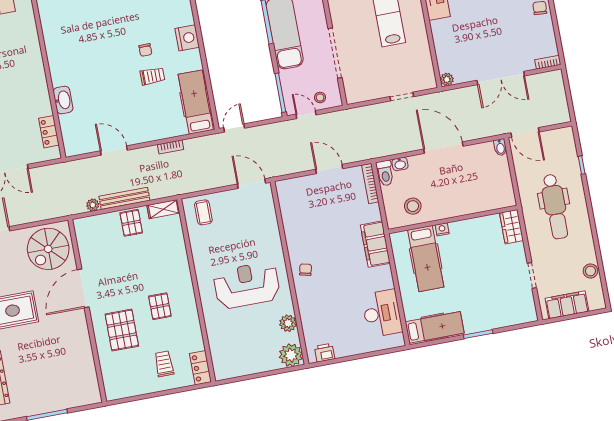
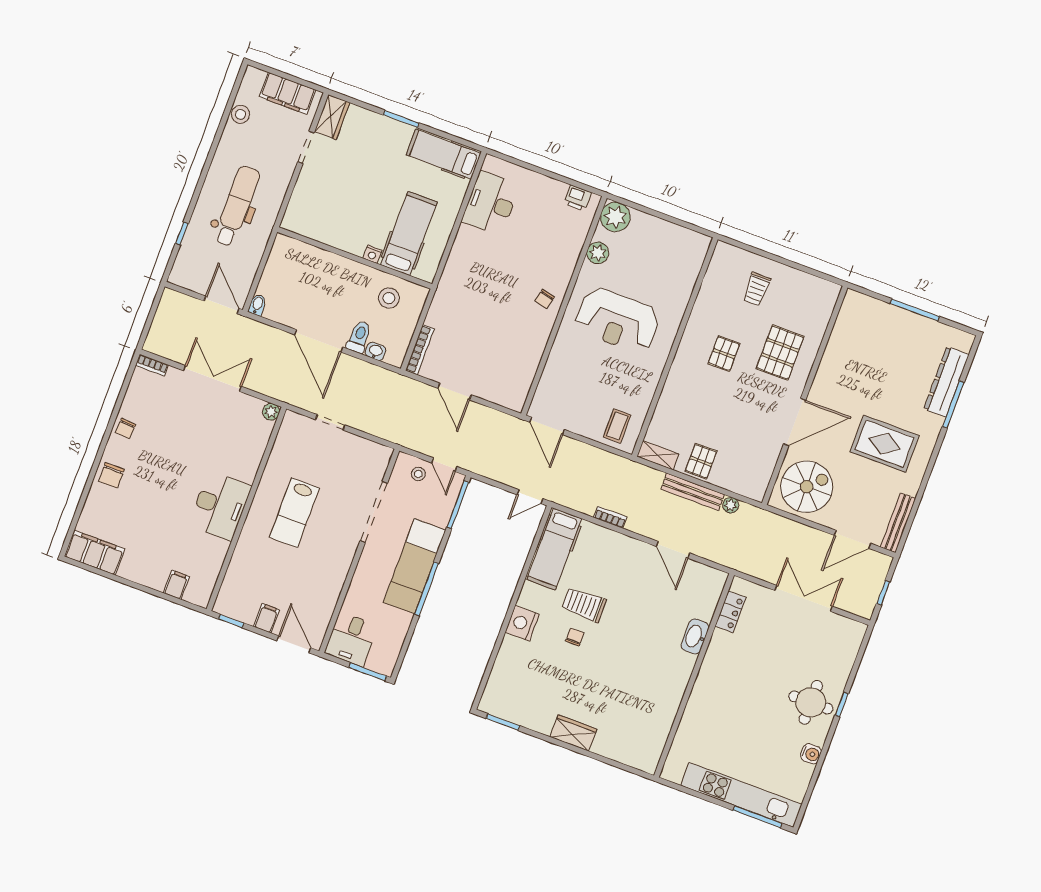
trolley: (152, 76) -> (584, 605), width x1.36, depth x1.39
toilet: (385, 173) -> (359, 337), moved
wardrobe: (511, 227) -> (332, 117), moved
filing cabinet: (375, 244) -> (453, 281), removed
locker: (200, 368) -> (720, 262), removed

